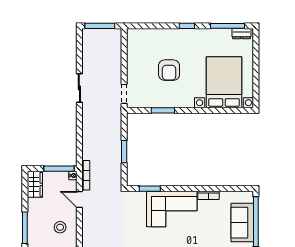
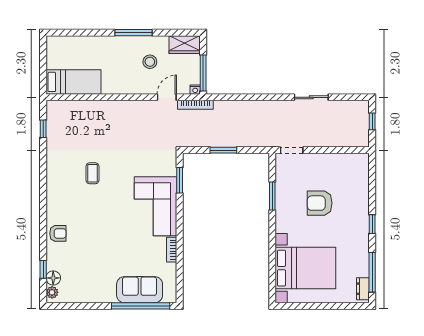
window: (100, 26) -> (372, 121), width x0.46
sliding door: (79, 88) -> (311, 97), moved
stool: (60, 227) -> (150, 62), moved

